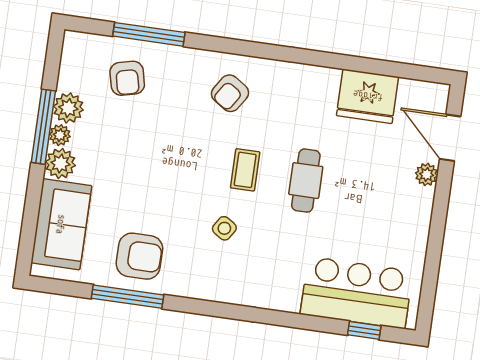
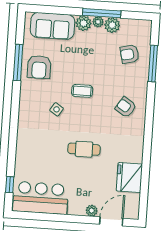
coffee table: (245, 170) -> (82, 91), moved
bar counter: (357, 293) -> (41, 198), moved, turned -90

